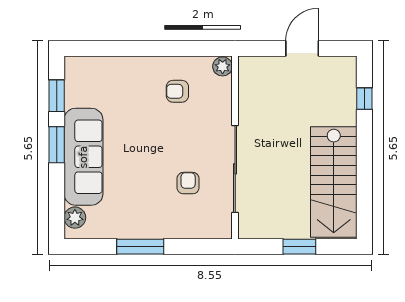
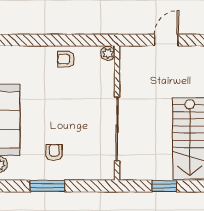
armchair: (177, 91) -> (66, 59), moved
armchair: (188, 183) -> (54, 153), moved

